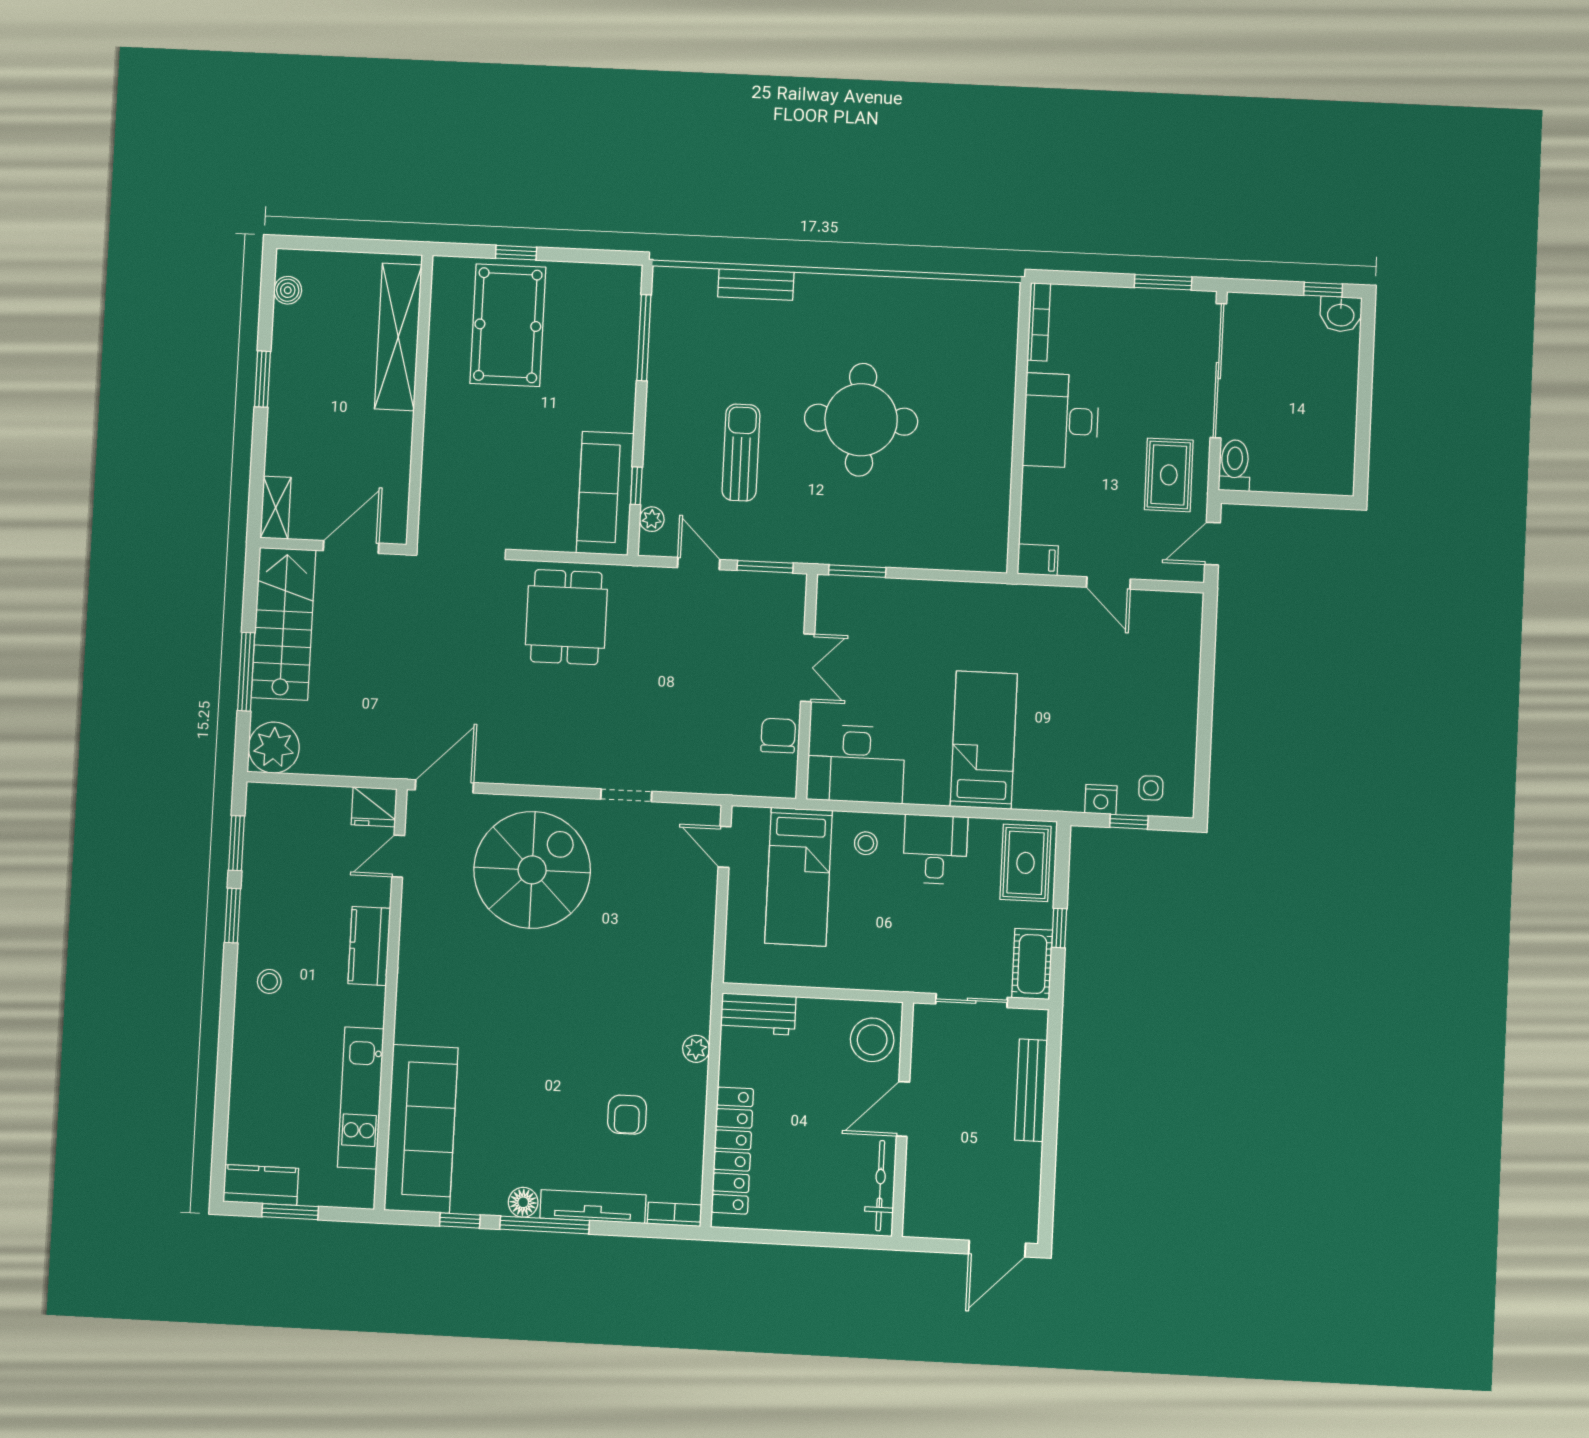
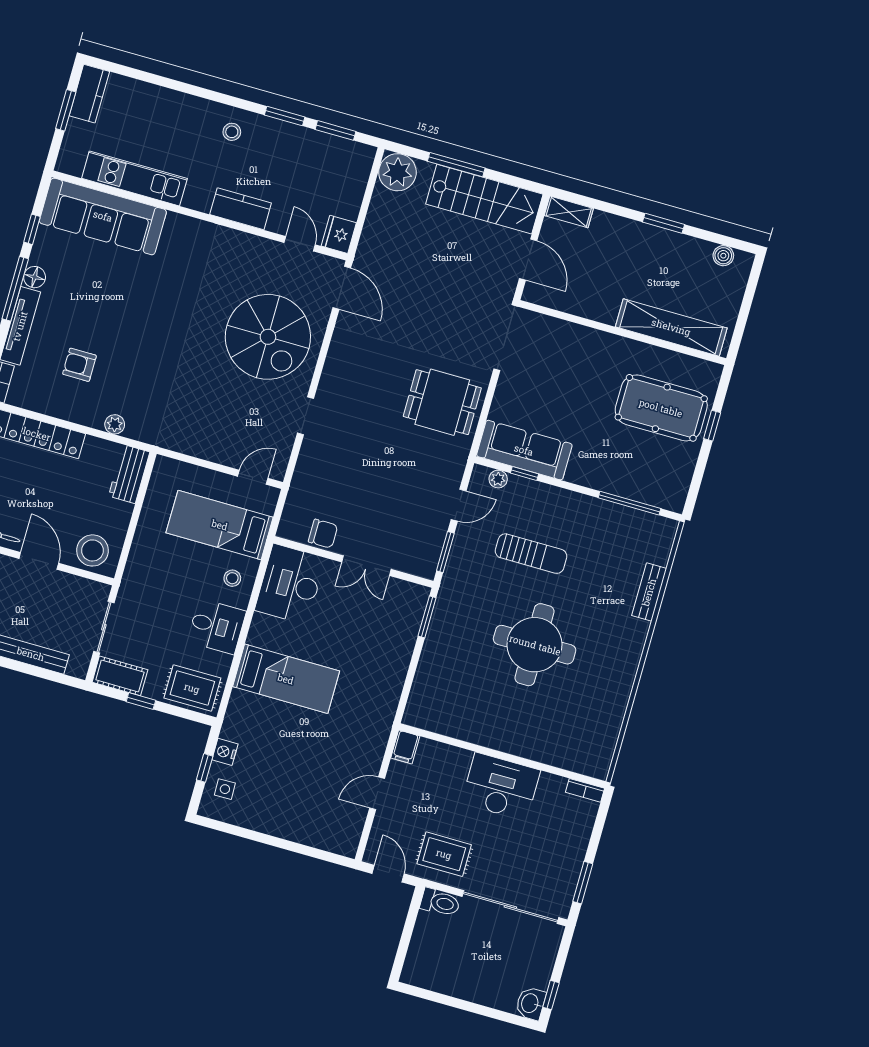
bookcase: (1039, 322) -> (585, 790), width x0.64

